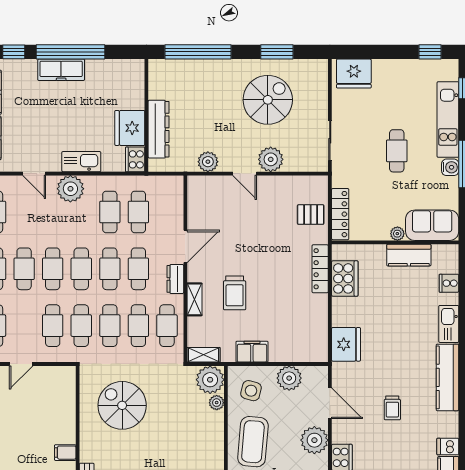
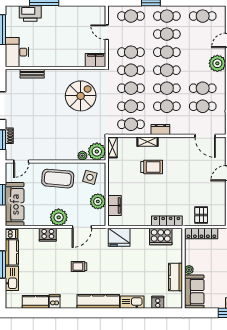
door: (185, 246) -> (205, 136), moved
trolley: (235, 293) -> (152, 167), turned 180
filing cabinet: (252, 352) -> (115, 205), moved
filing cabinet: (65, 453) -> (96, 60), moved, width x2.00

